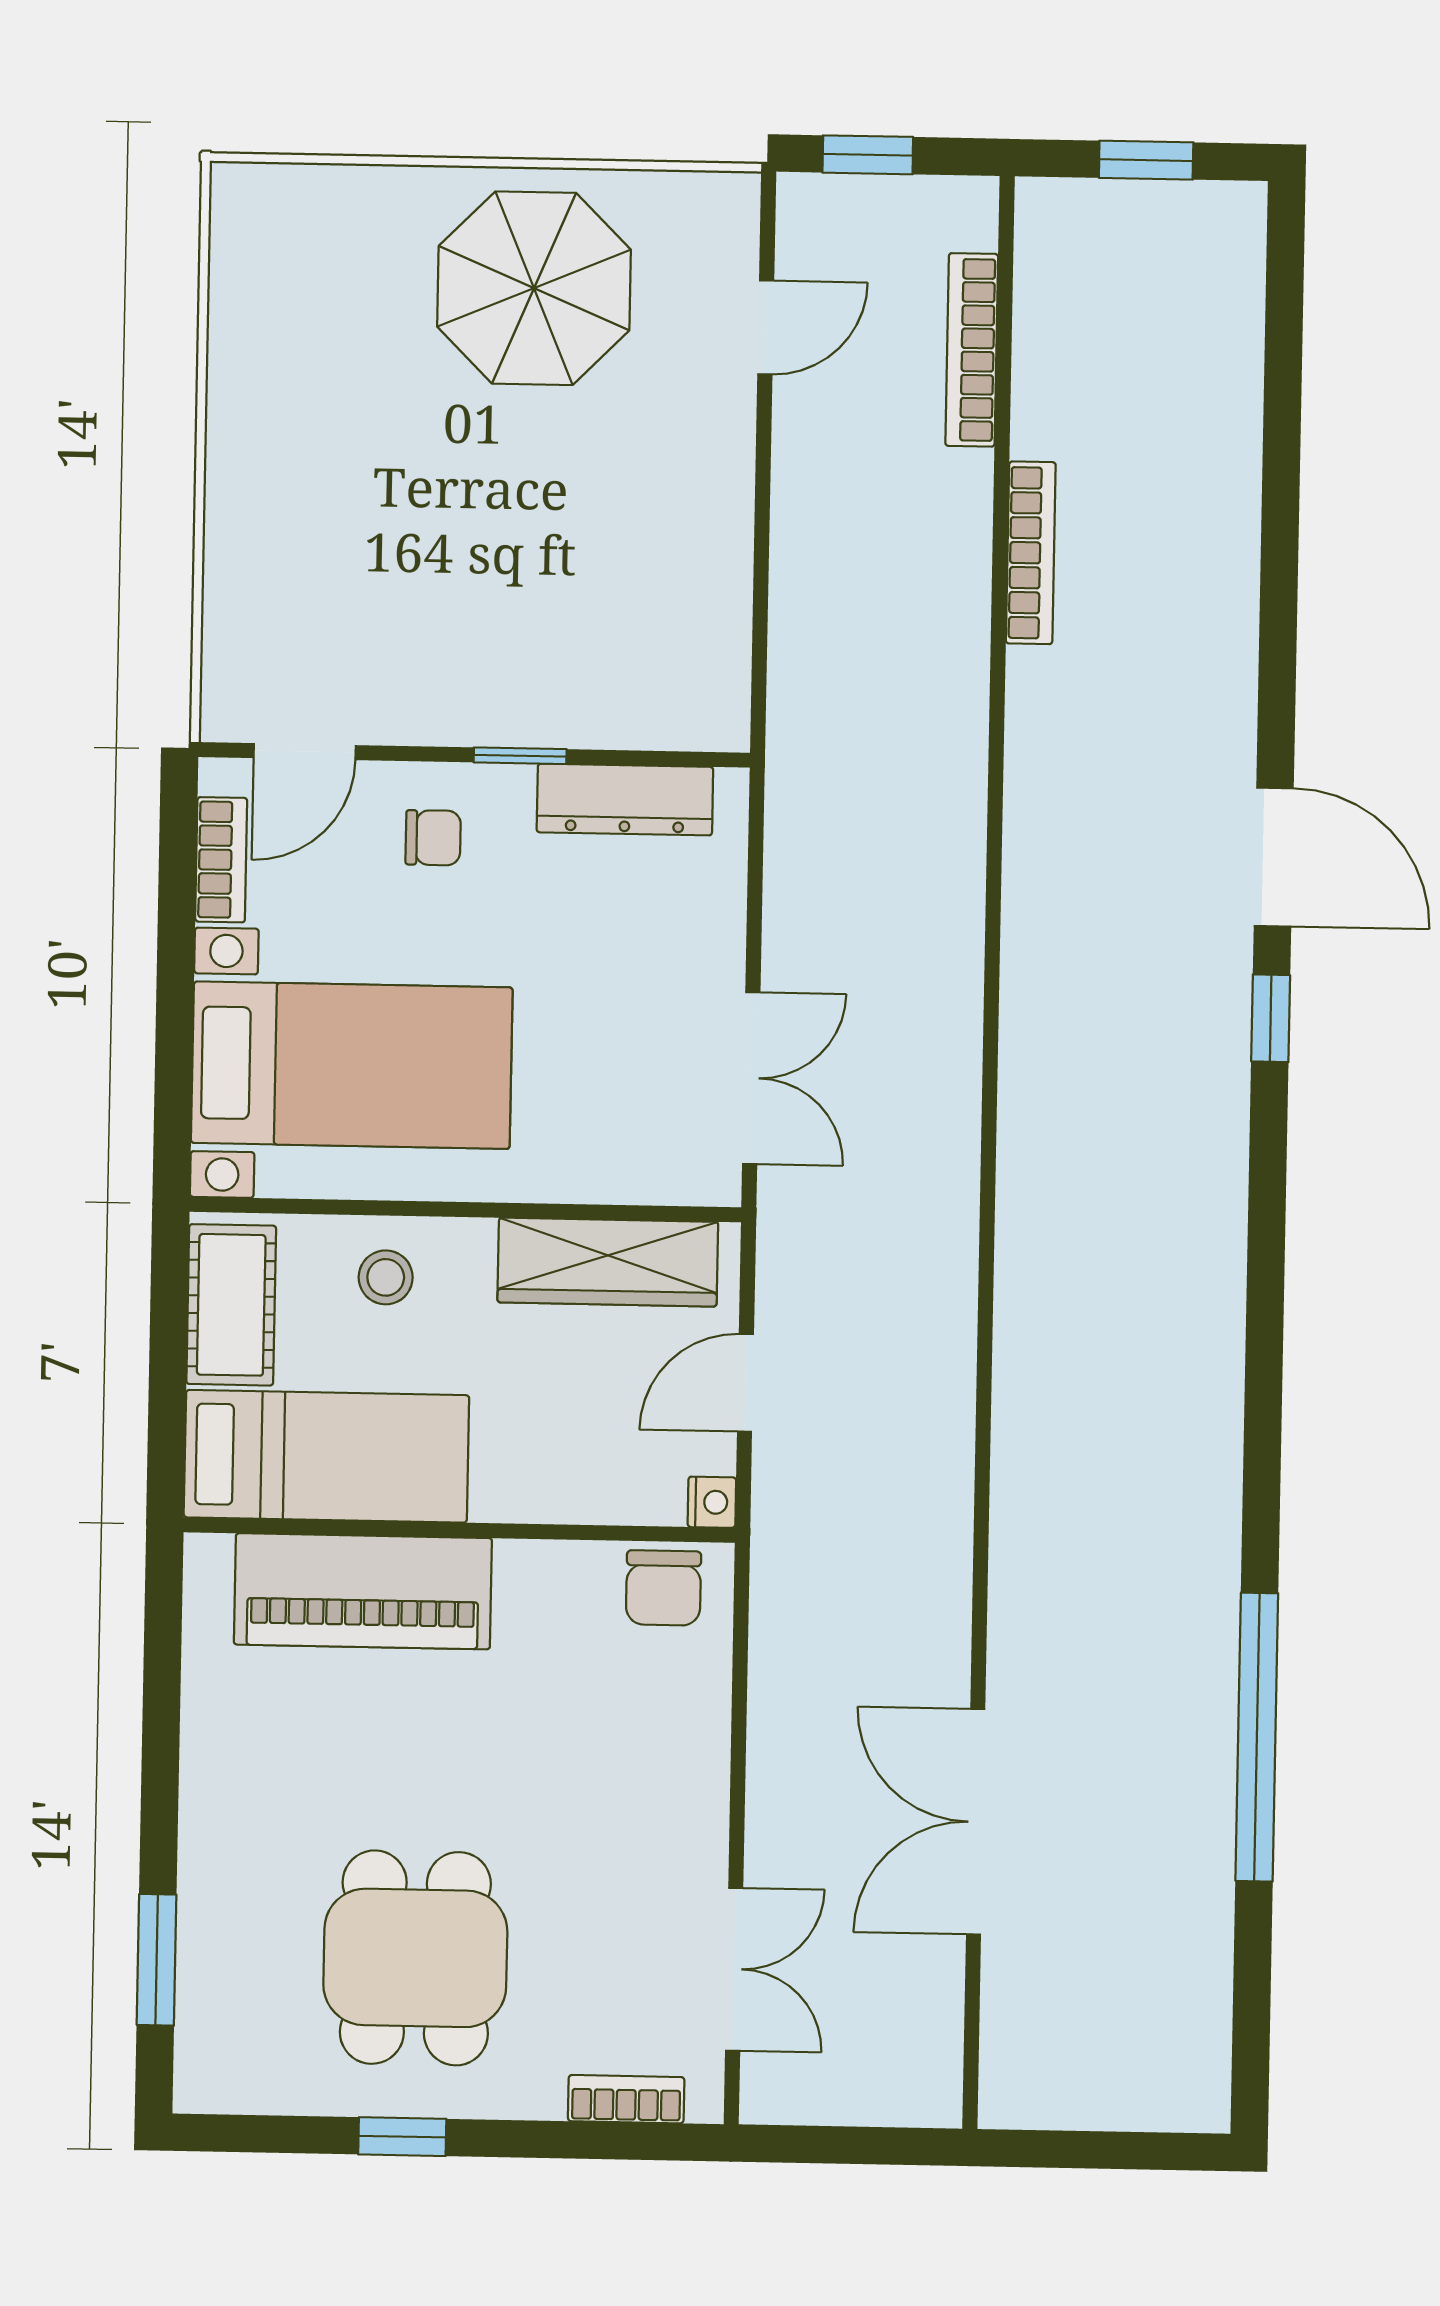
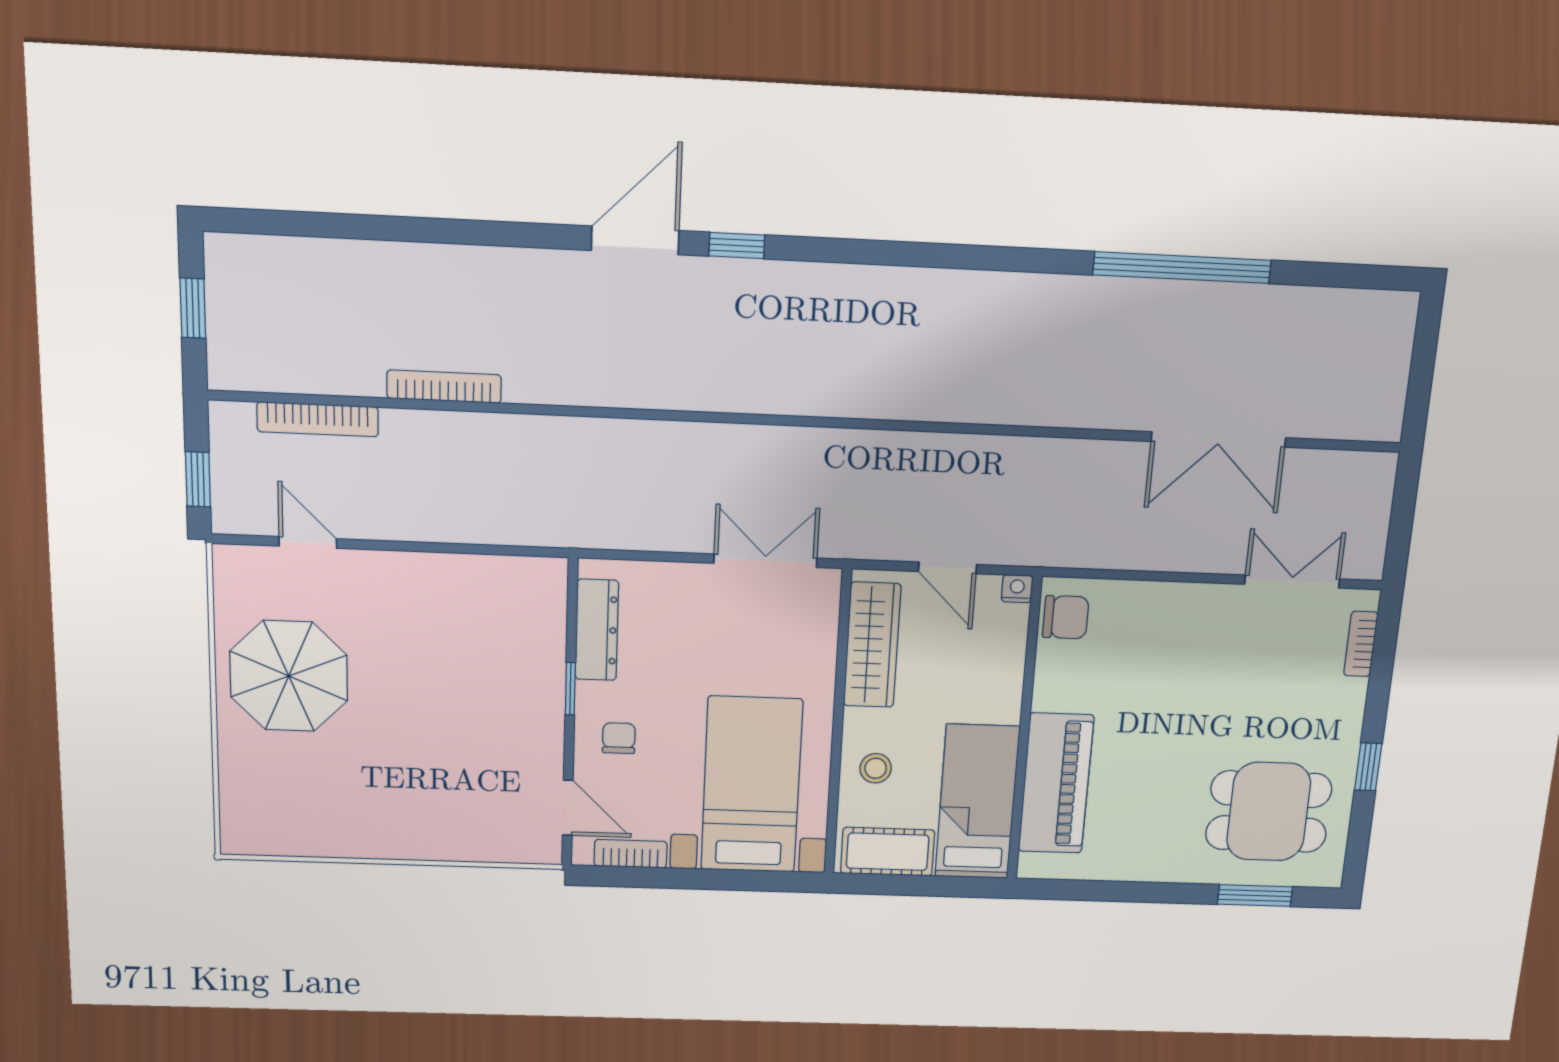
dining table: (415, 1958) -> (1269, 812), moved

